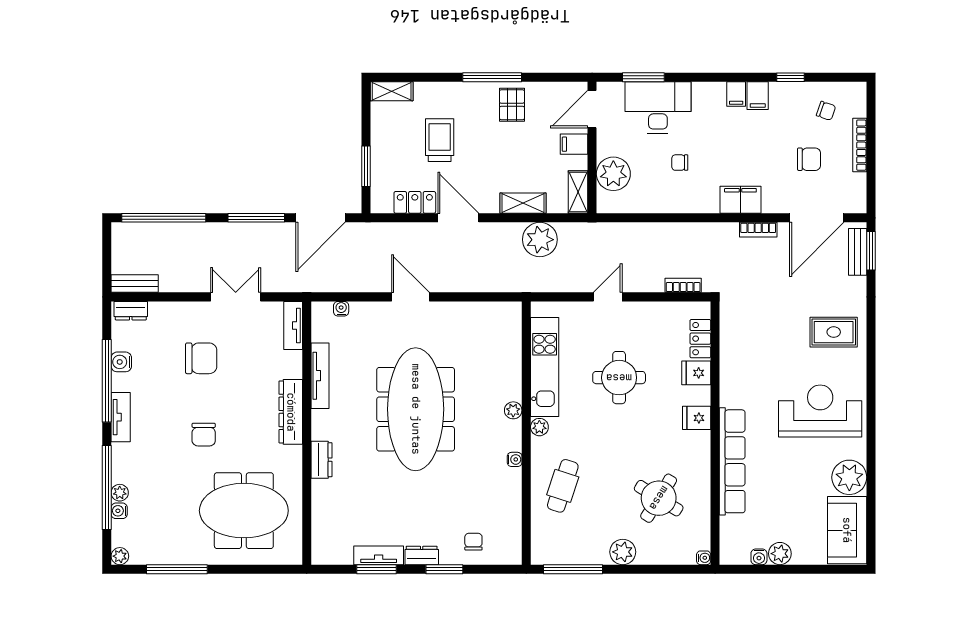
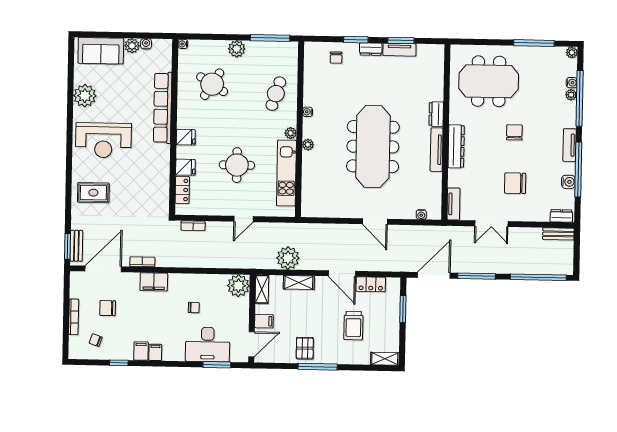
plant: (613, 174) -> (238, 286), moved
tv unit: (320, 376) -> (437, 150), moved
sofa: (847, 530) -> (101, 51), moved, turned 90

